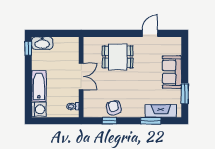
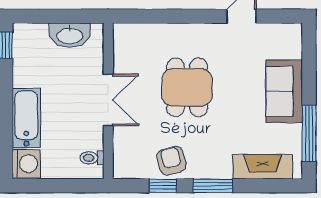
washbasin: (42, 43) -> (70, 35), moved
dining table: (118, 57) -> (187, 87), moved, turned 90
window: (185, 94) -> (309, 133), width x1.44
window: (151, 121) -> (213, 186), moved

